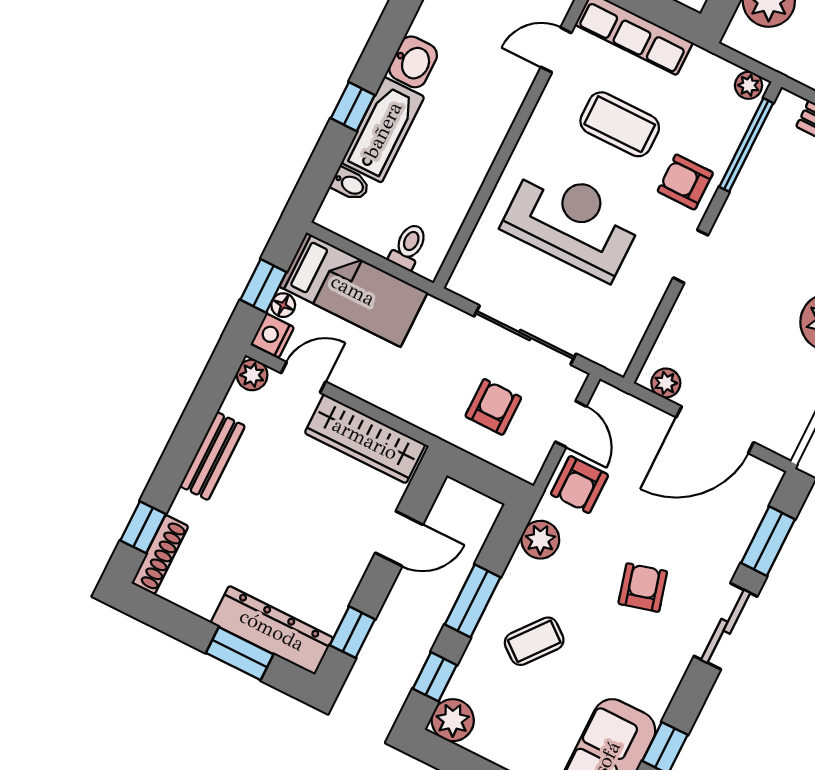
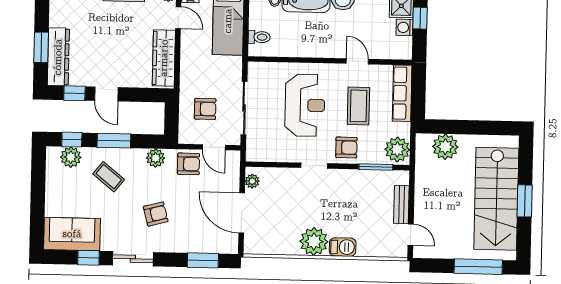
door: (556, 50) -> (357, 61), moved
plant: (749, 85) -> (397, 149), width x1.88, depth x1.88
window: (746, 145) -> (376, 167), width x0.69
armchair: (685, 182) -> (346, 148), turned 90
door: (571, 424) -> (214, 147), hinge flipped
armchair: (579, 485) -> (188, 164), turned 180
door: (399, 539) -> (106, 94), moved
sliding door: (726, 626) -> (133, 259), moved
plant: (453, 720) -> (71, 157), moved

